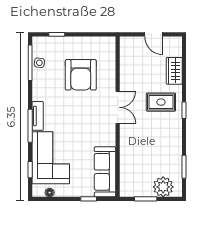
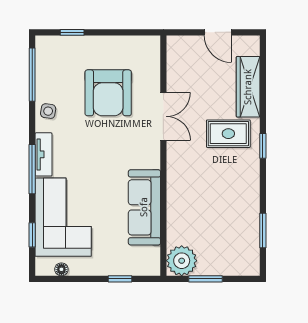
side table: (39, 63) -> (48, 111), moved
wardrobe: (174, 71) -> (248, 87), width x1.50
double door: (118, 107) -> (163, 116), moved
sofa: (105, 172) -> (144, 207), moved
plant: (163, 187) -> (182, 261), moved

